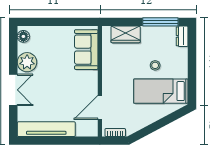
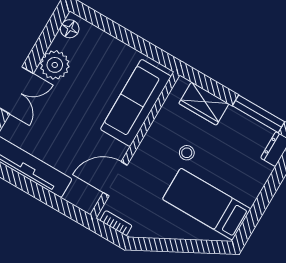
sofa: (86, 50) -> (136, 103), width x1.36
stool: (155, 65) -> (187, 153), moved

